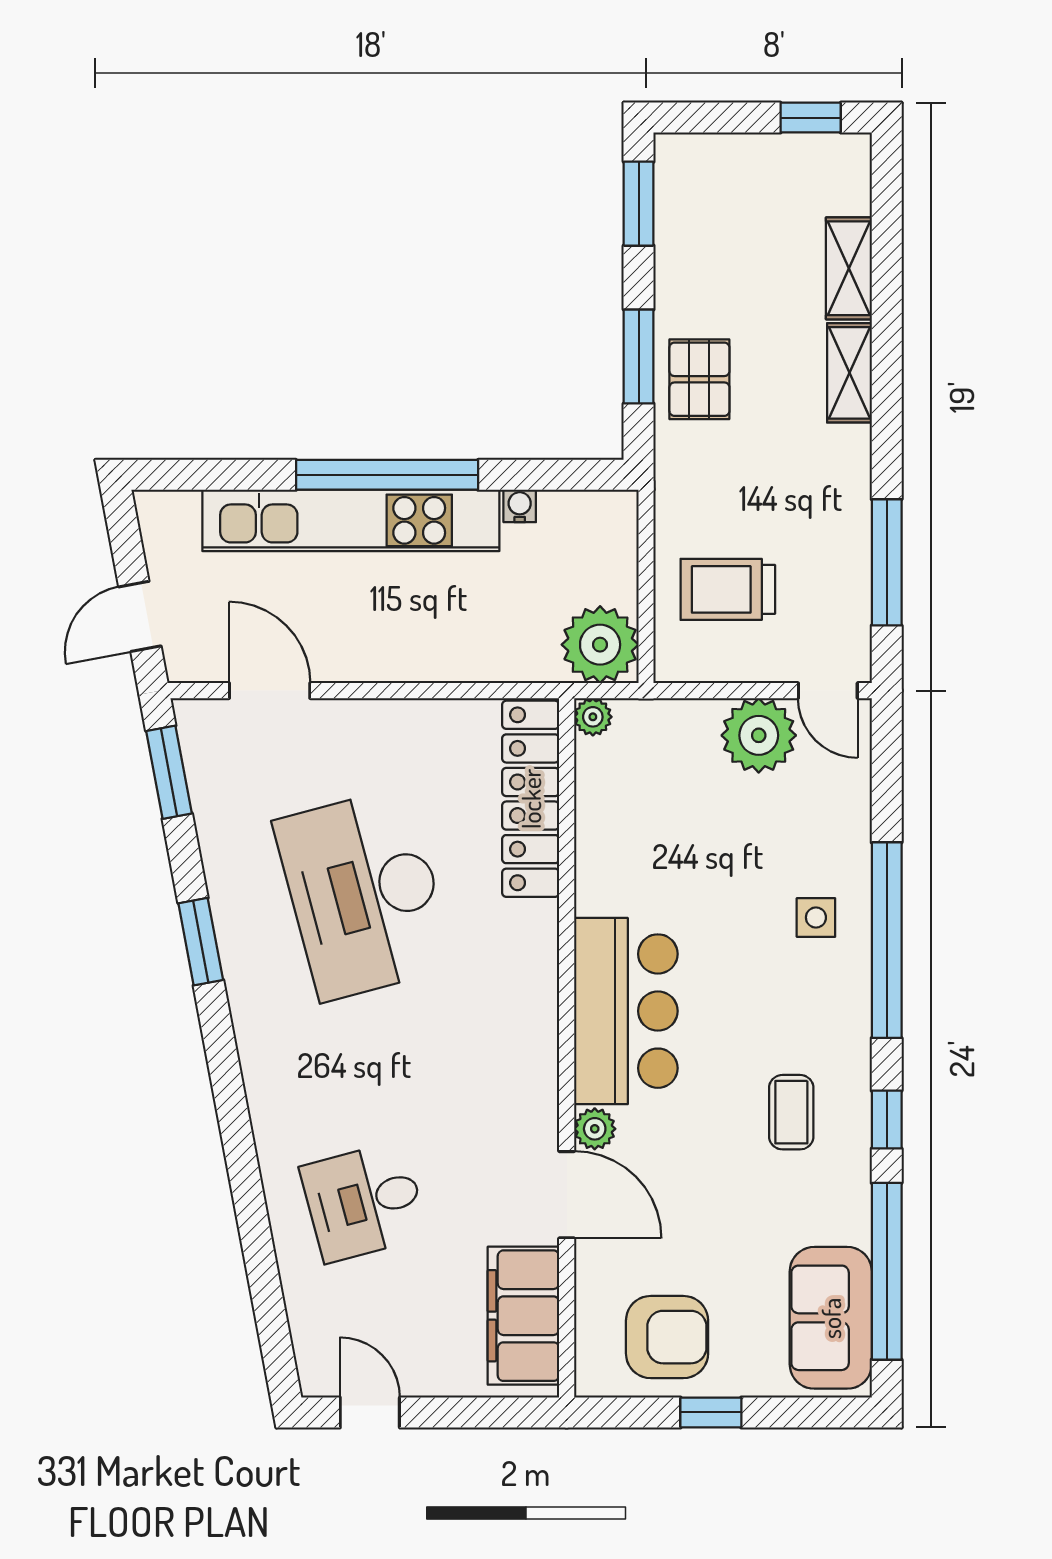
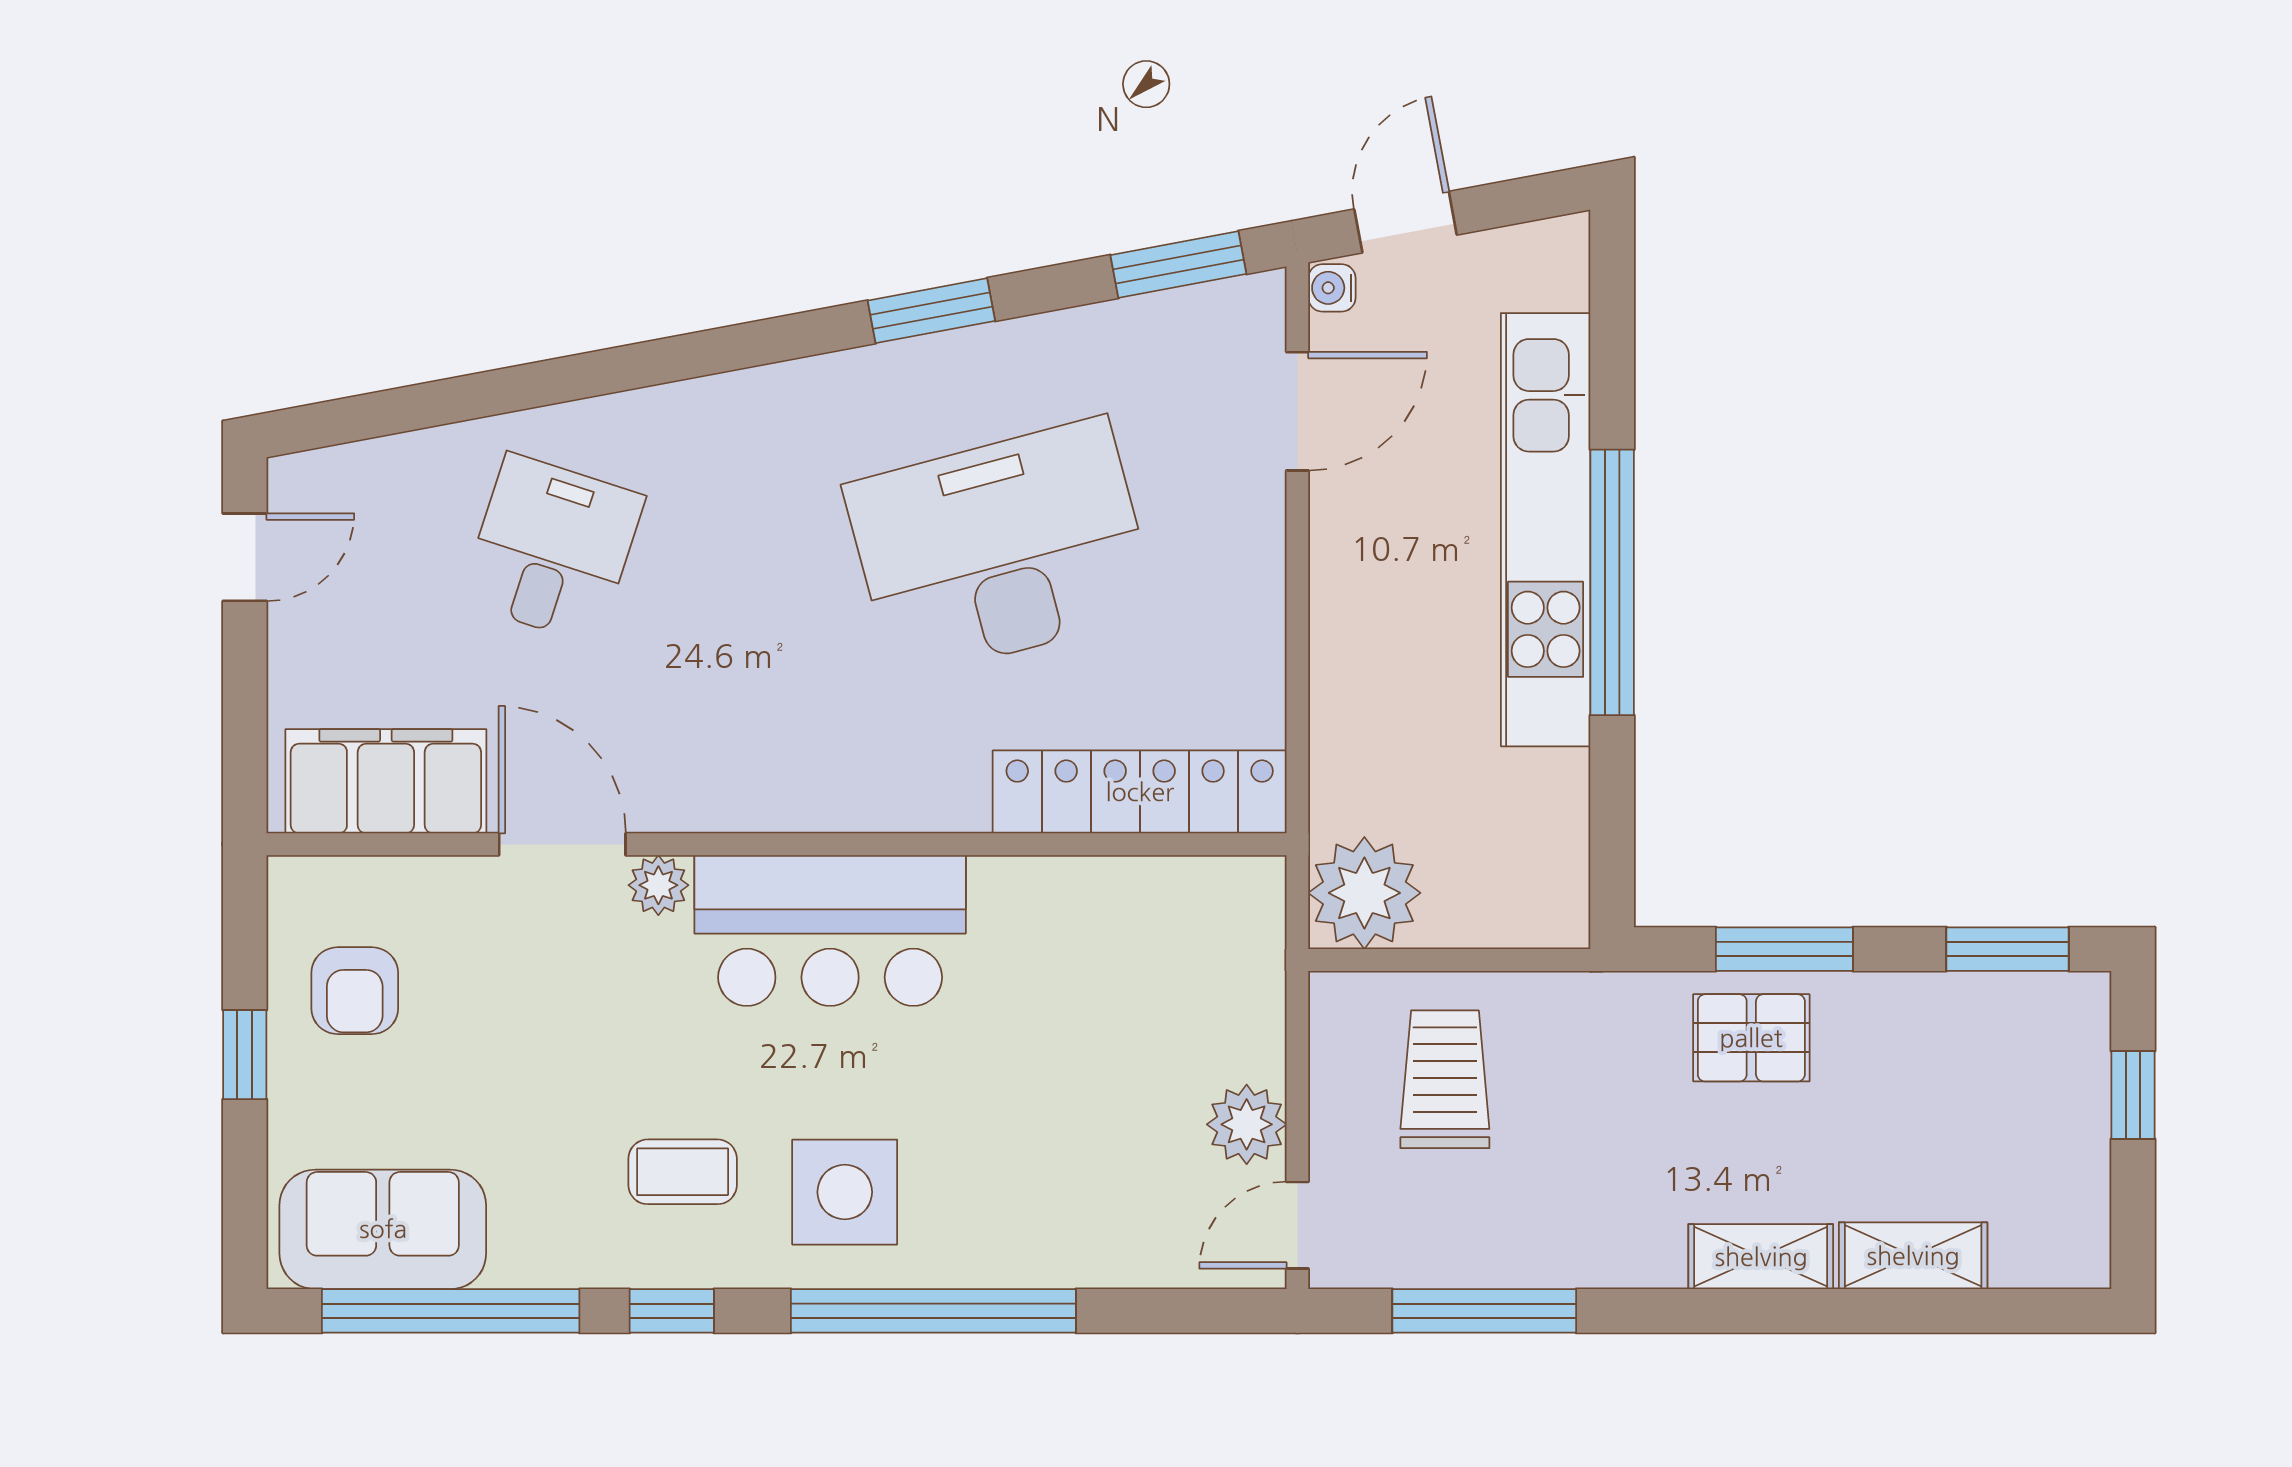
window: (811, 118) -> (2133, 1095), moved
water cooler: (520, 506) -> (1332, 288), moved, turned 180
door: (140, 616) -> (1406, 222), hinge flipped
plant: (593, 717) -> (1259, 882), removed
plant: (759, 735) -> (1247, 1124), width x0.73, depth x0.73
side table: (816, 917) -> (845, 1192), moved, width x1.87, depth x1.87
door: (567, 1195) -> (562, 844), swing flipped
desk: (364, 1202) -> (552, 549), turned 33
armchair: (667, 1337) -> (355, 991), width x0.72, depth x0.72

